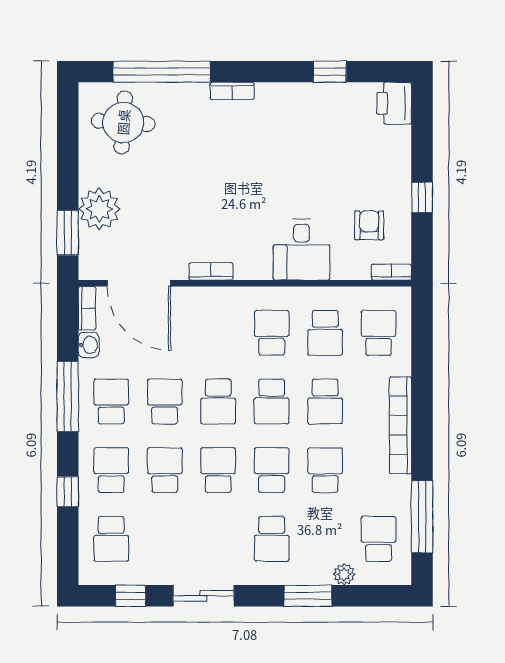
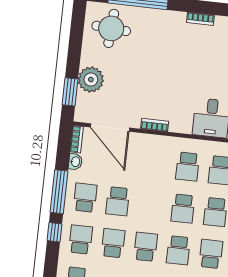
bookcase: (232, 91) -> (200, 19), moved
school desk: (272, 333) -> (188, 167), turned 180
school desk: (165, 401) -> (118, 201), turned 180
school desk: (218, 401) -> (150, 205), removed
school desk: (272, 470) -> (178, 250), turned 180
window: (68, 492) -> (54, 232), moved

